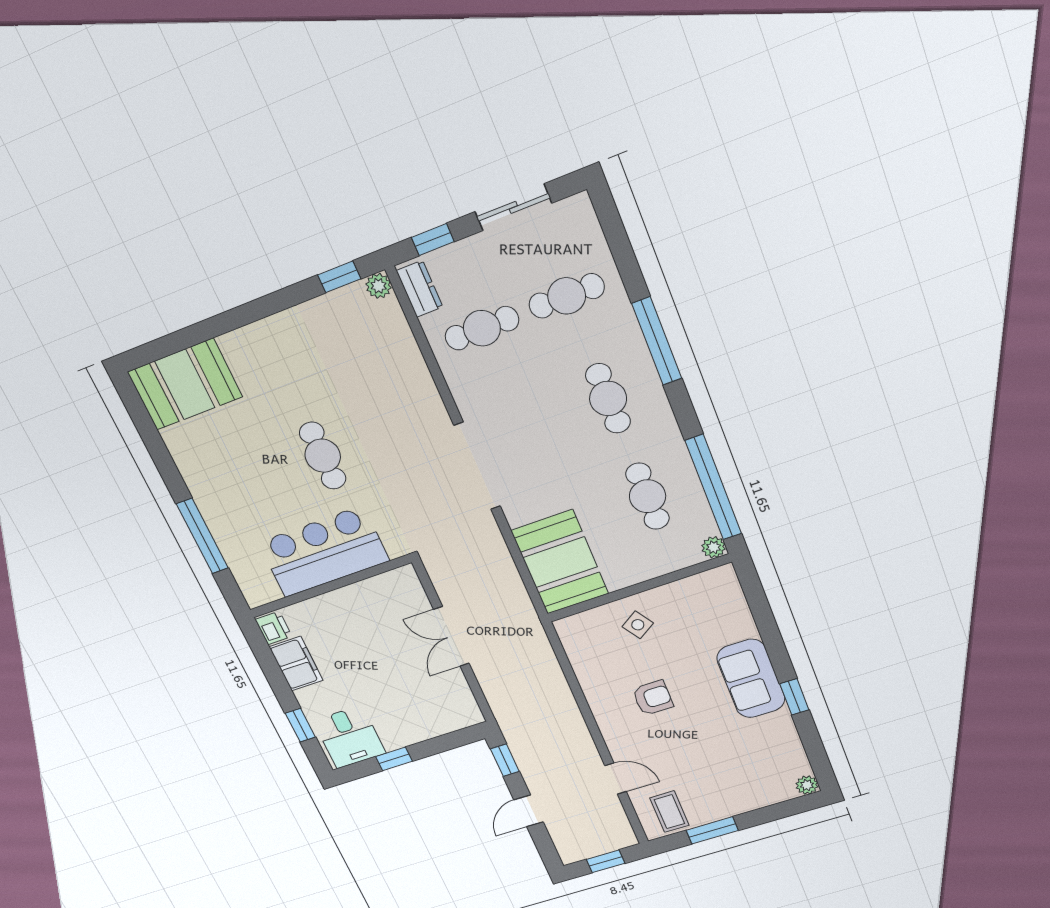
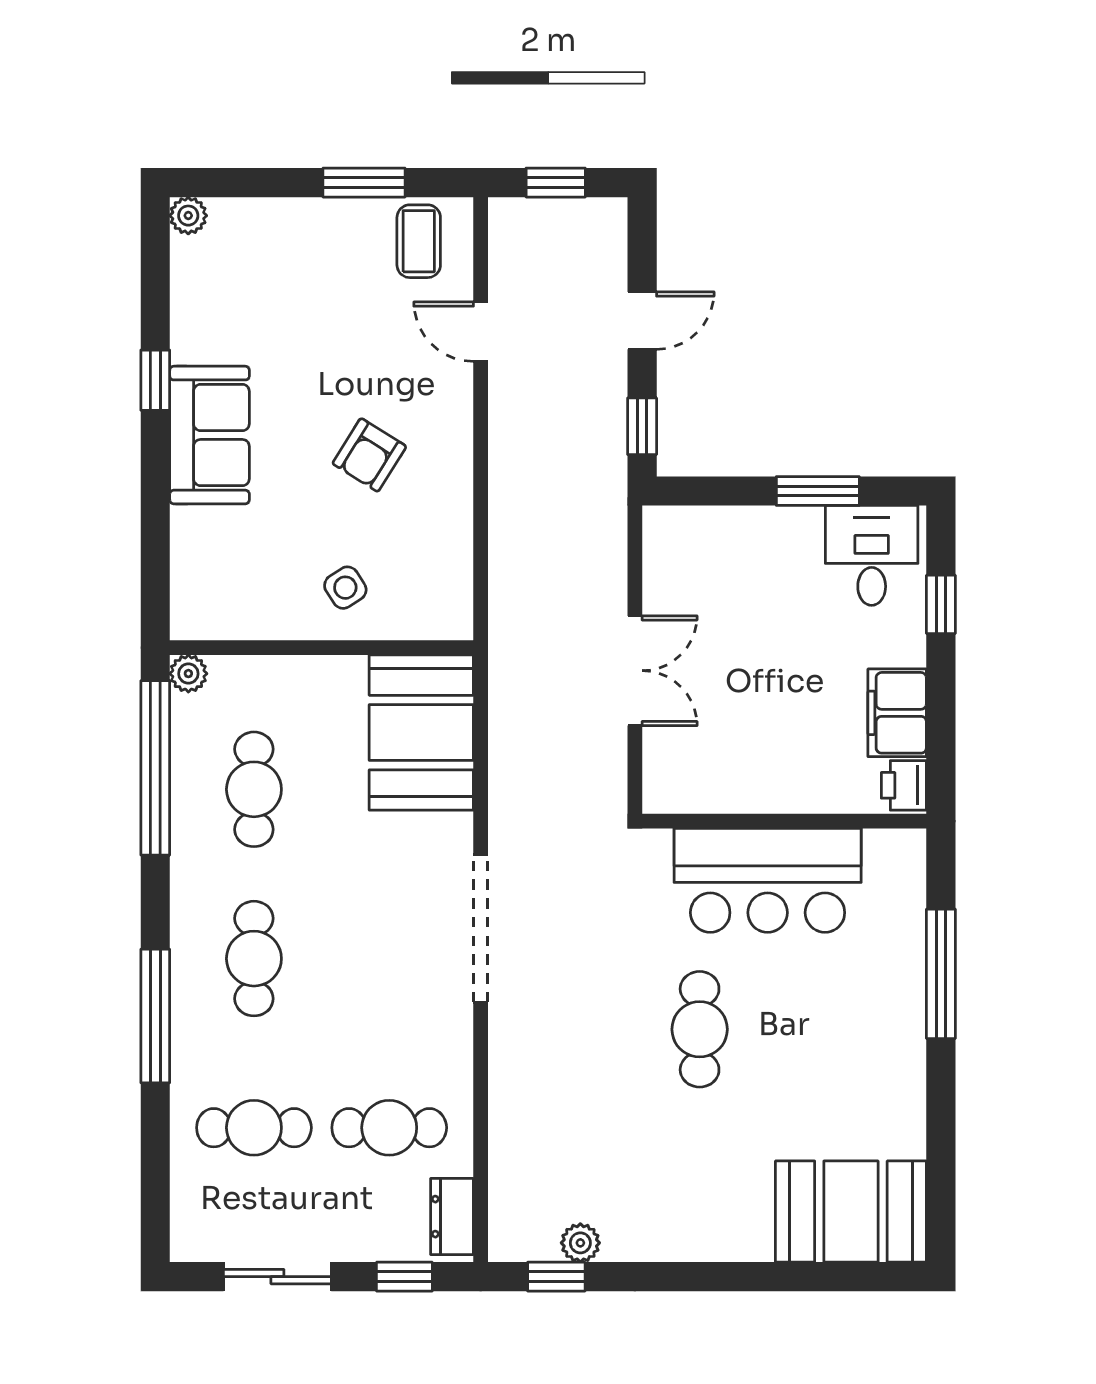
plant: (379, 286) -> (580, 1243), moved
armchair: (653, 698) -> (369, 455), turned -58
window: (394, 759) -> (818, 491), width x1.50

